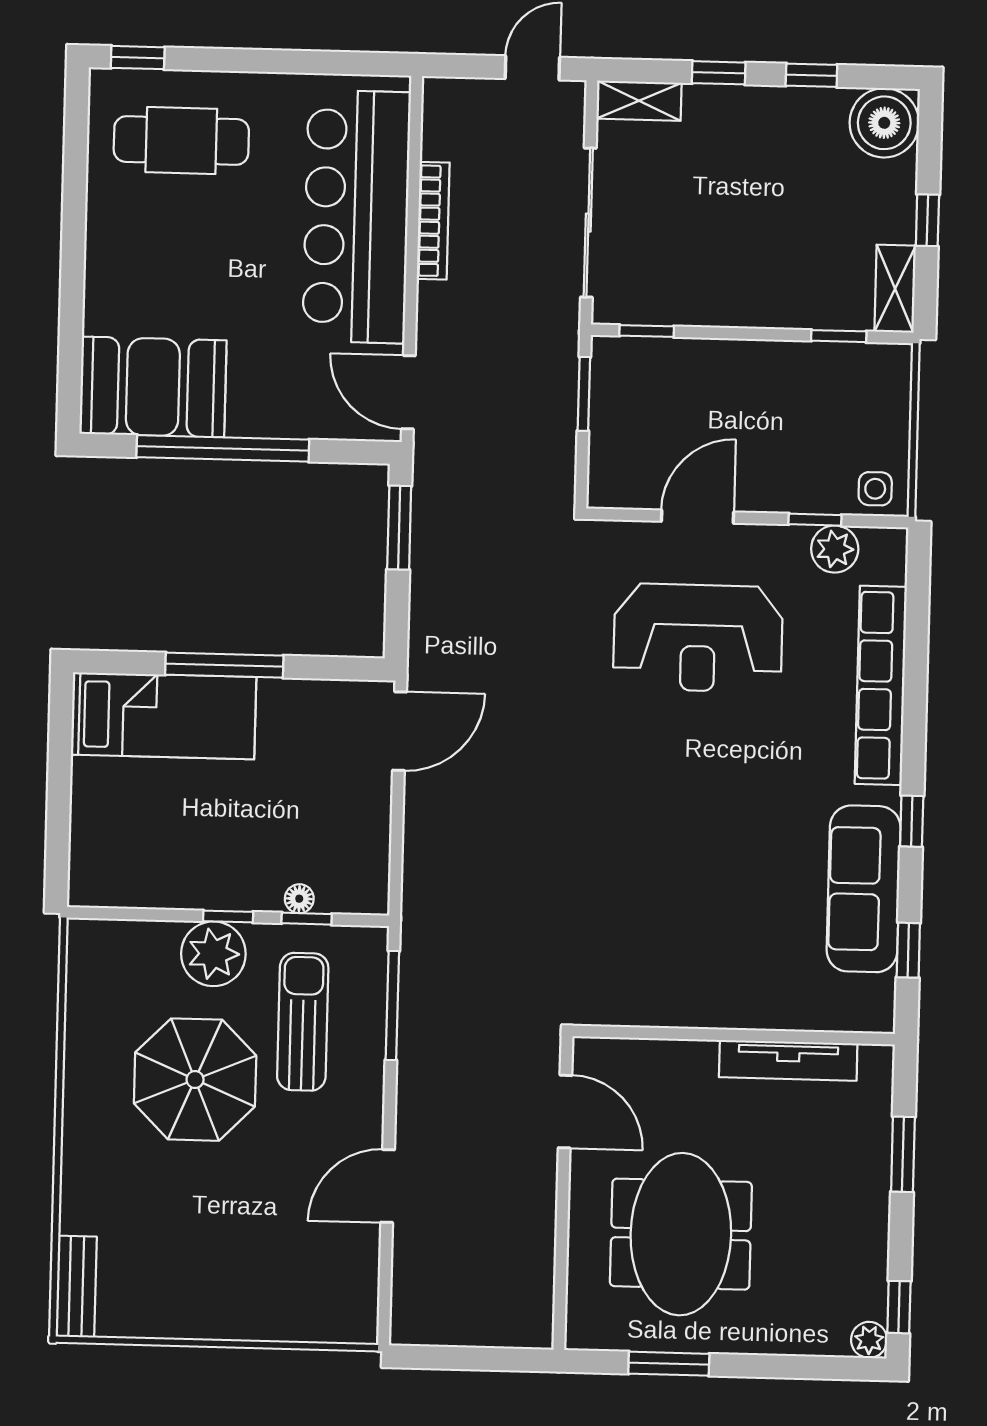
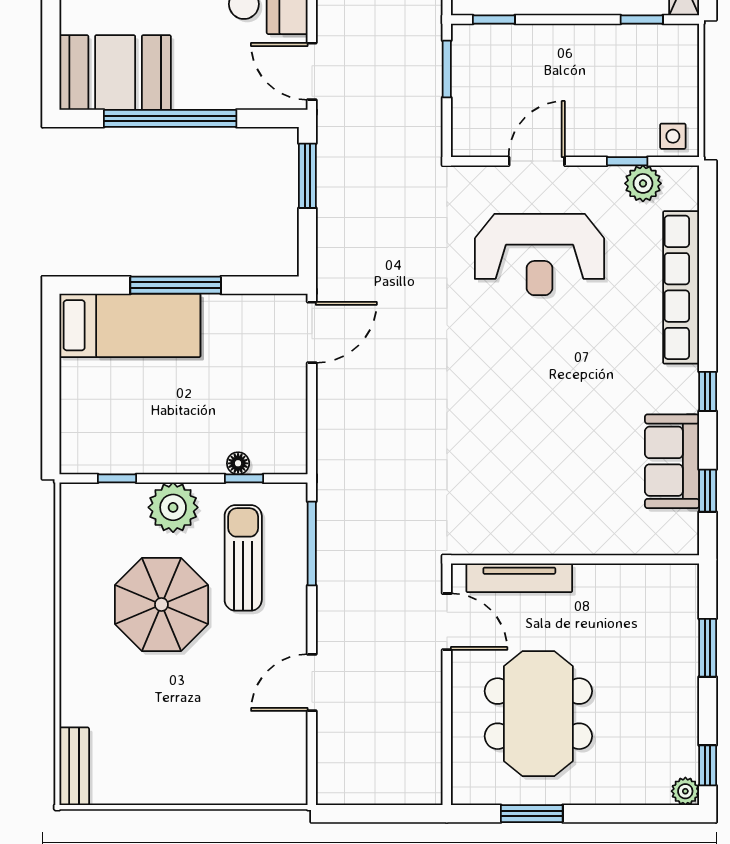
sofa: (864, 889) -> (672, 461), width x0.73
window: (228, 917) -> (117, 478), moved
tv unit: (788, 1060) -> (519, 578), moved

